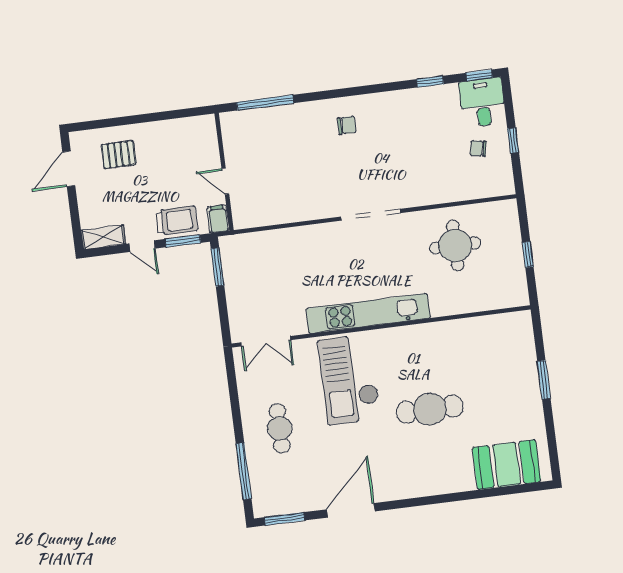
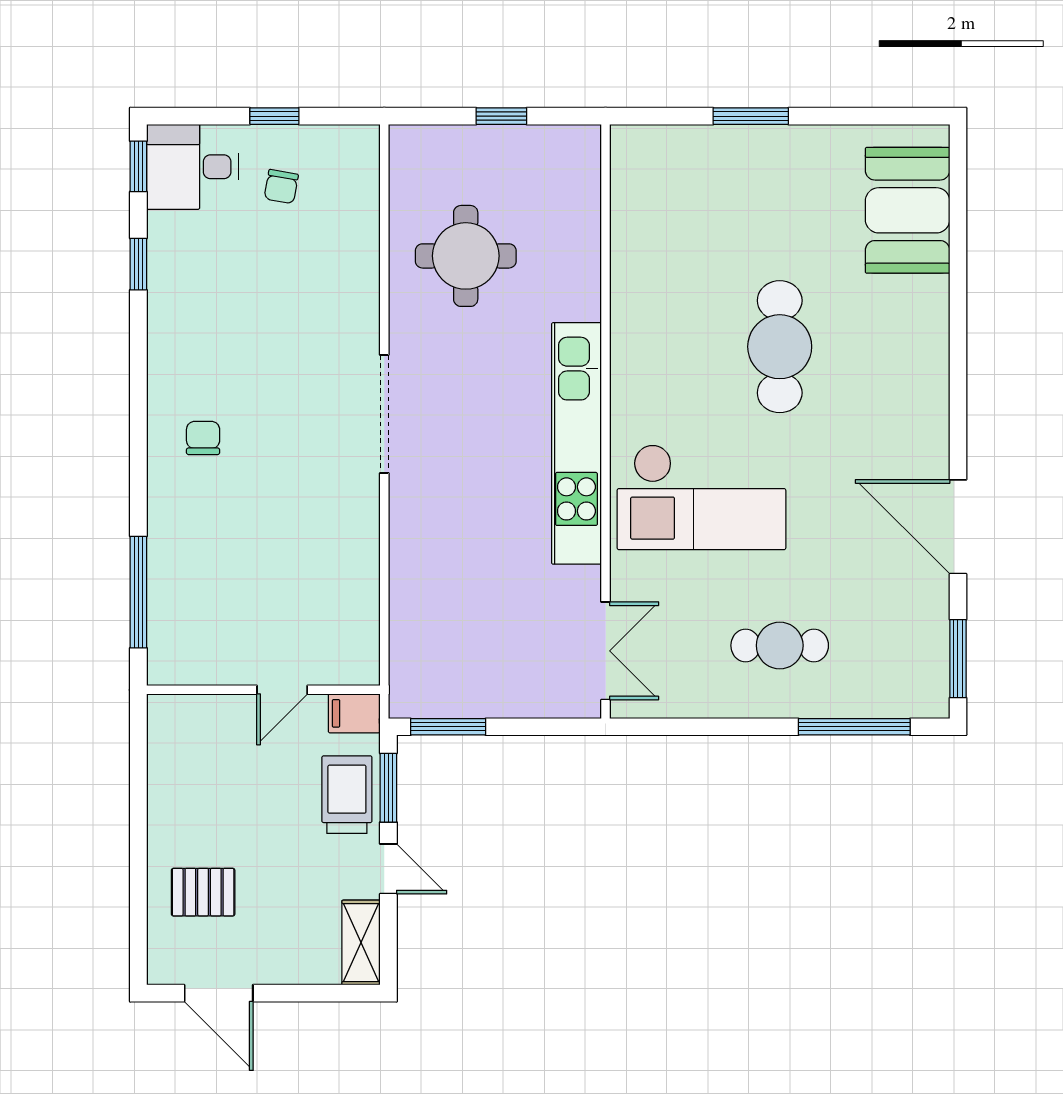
pallet: (119, 155) -> (203, 892), turned 90
door: (142, 246) -> (388, 869), hinge flipped

